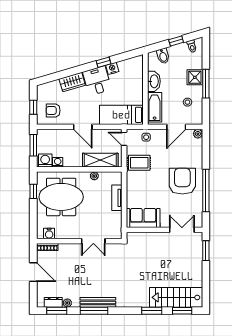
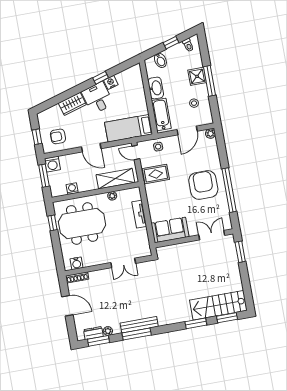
washing machine: (45, 161) -> (52, 164), moved, turned 180

